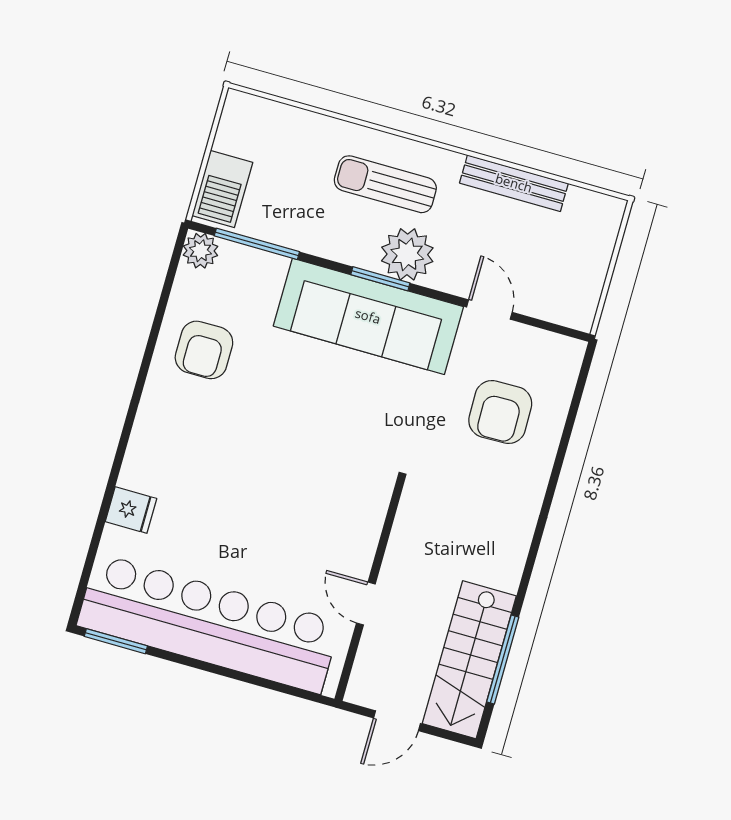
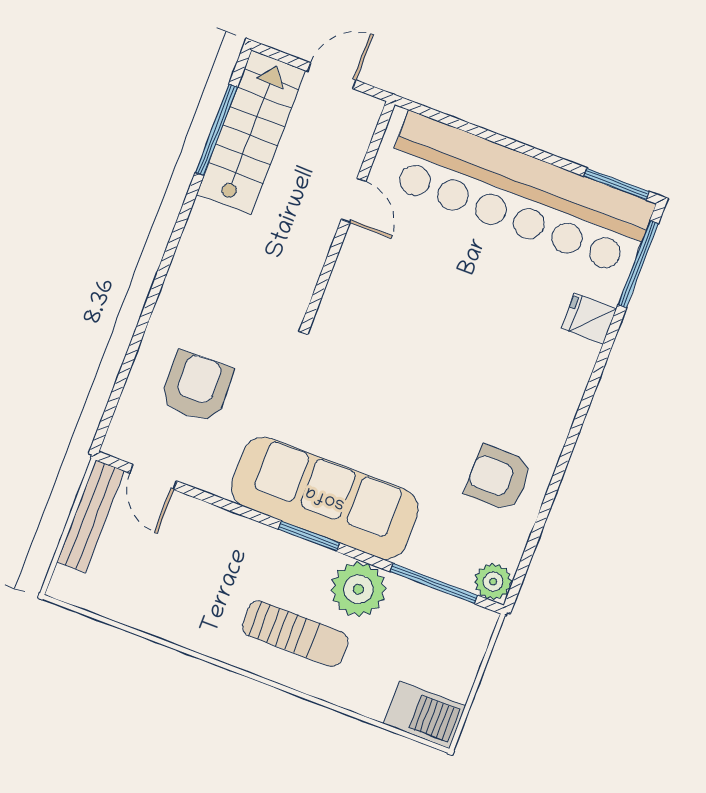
bench: (514, 183) -> (91, 516), moved, turned 90
barbecue: (222, 189) -> (425, 715), moved, turned 90
plant: (407, 254) -> (358, 589), moved
door: (489, 310) -> (153, 477), moved
armchair: (204, 350) -> (498, 478), turned -90
window: (88, 566) -> (638, 264), added

